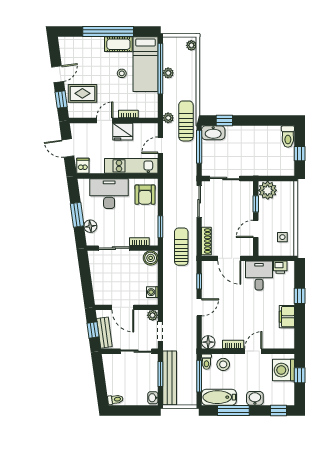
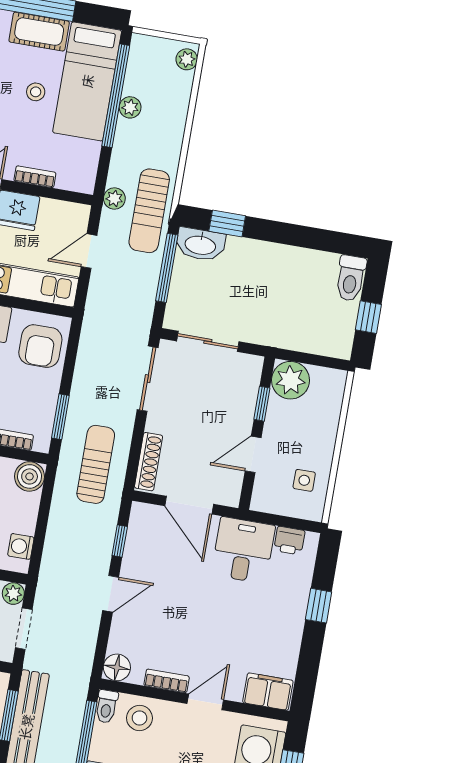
sun lounger: (186, 121) -> (149, 211), turned 180
filing cabinet: (287, 317) -> (268, 692), moved, turned 90

